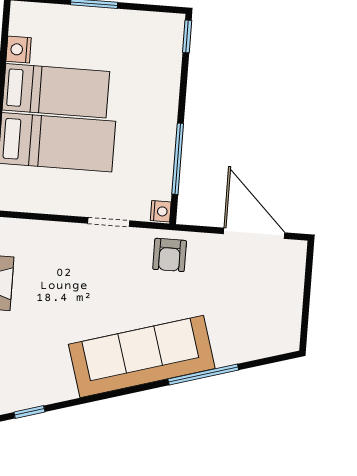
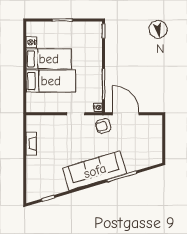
door: (254, 233) -> (126, 114), moved
armchair: (170, 255) -> (103, 126), turned 76

